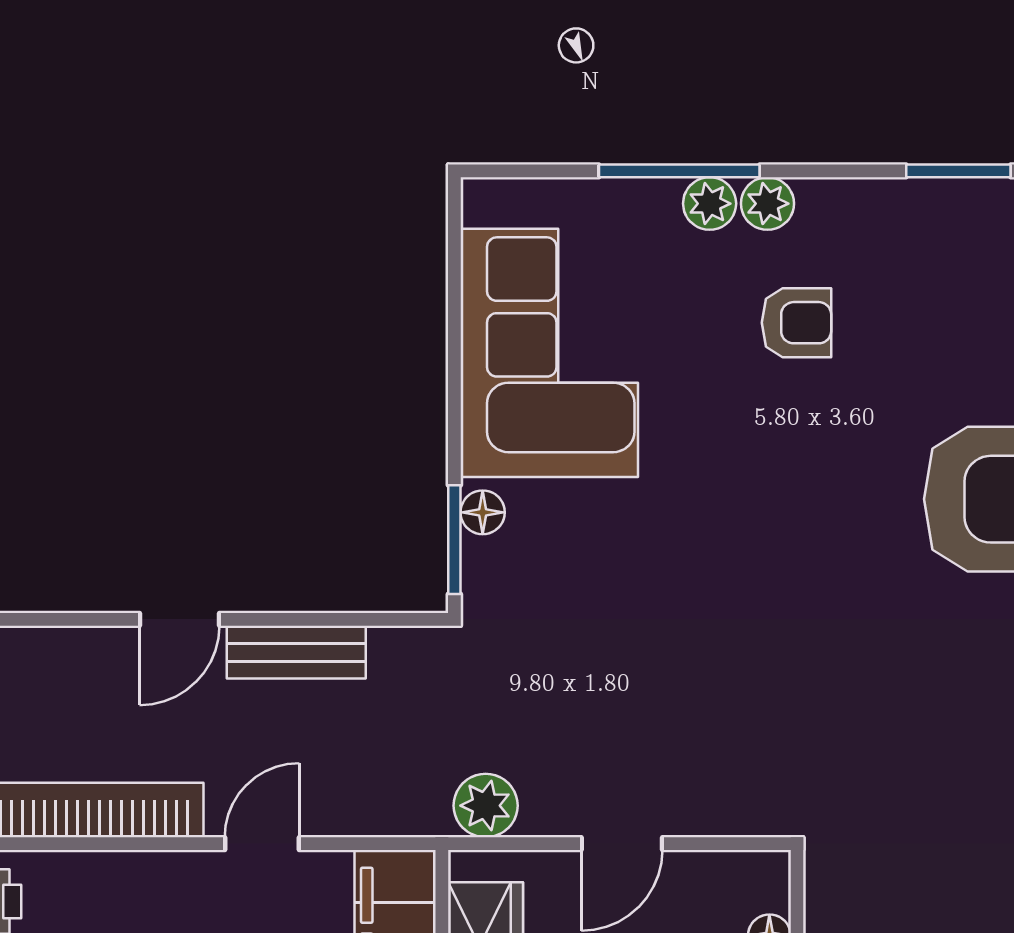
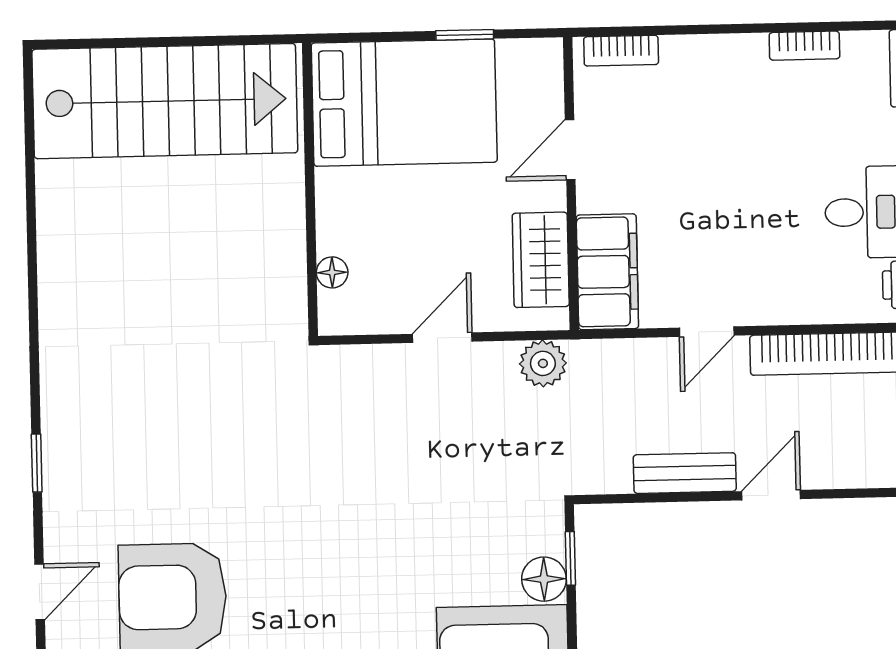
floor lamp: (483, 512) -> (544, 579), width x1.37, depth x1.37
window: (454, 540) -> (570, 558), width x0.67

